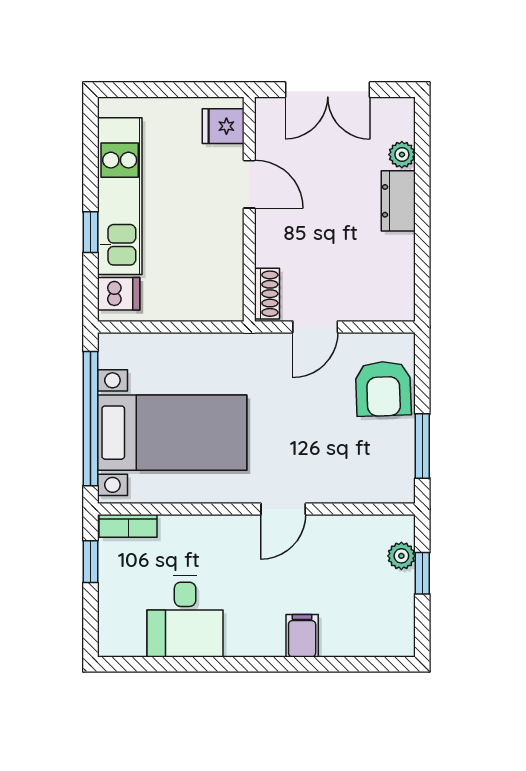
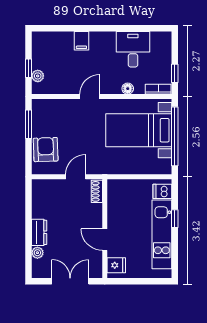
floor lamp: (197, 527) -> (128, 89), added

